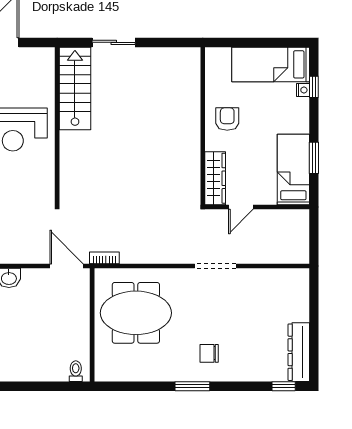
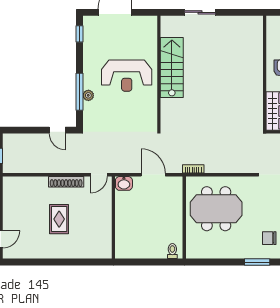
stairs: (75, 88) -> (172, 68), moved
door: (67, 266) -> (153, 175), moved

